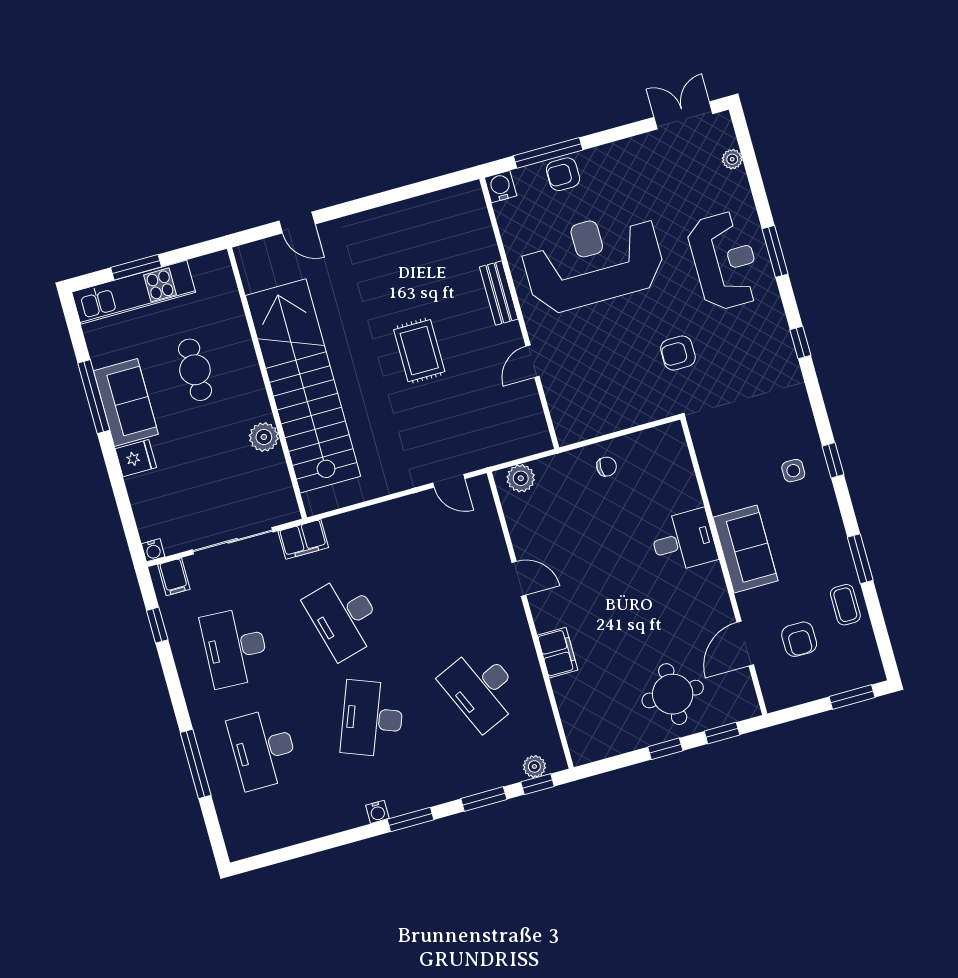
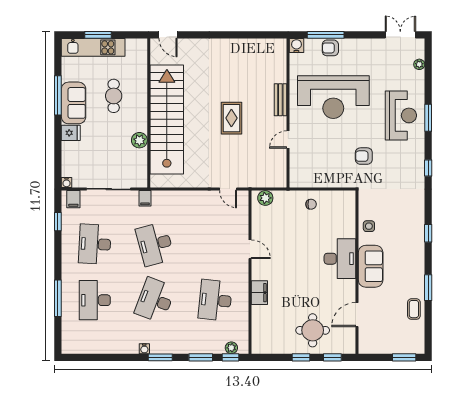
door: (297, 223) -> (168, 35), moved
reception desk: (593, 262) -> (333, 97), turned 180
side table: (793, 471) -> (369, 226), moved
filing cabinet: (303, 539) -> (145, 198), width x0.50
desk: (683, 541) -> (340, 259), width x1.37
armchair: (799, 639) -> (385, 320), removed
desk: (481, 688) -> (215, 300), turned 30

